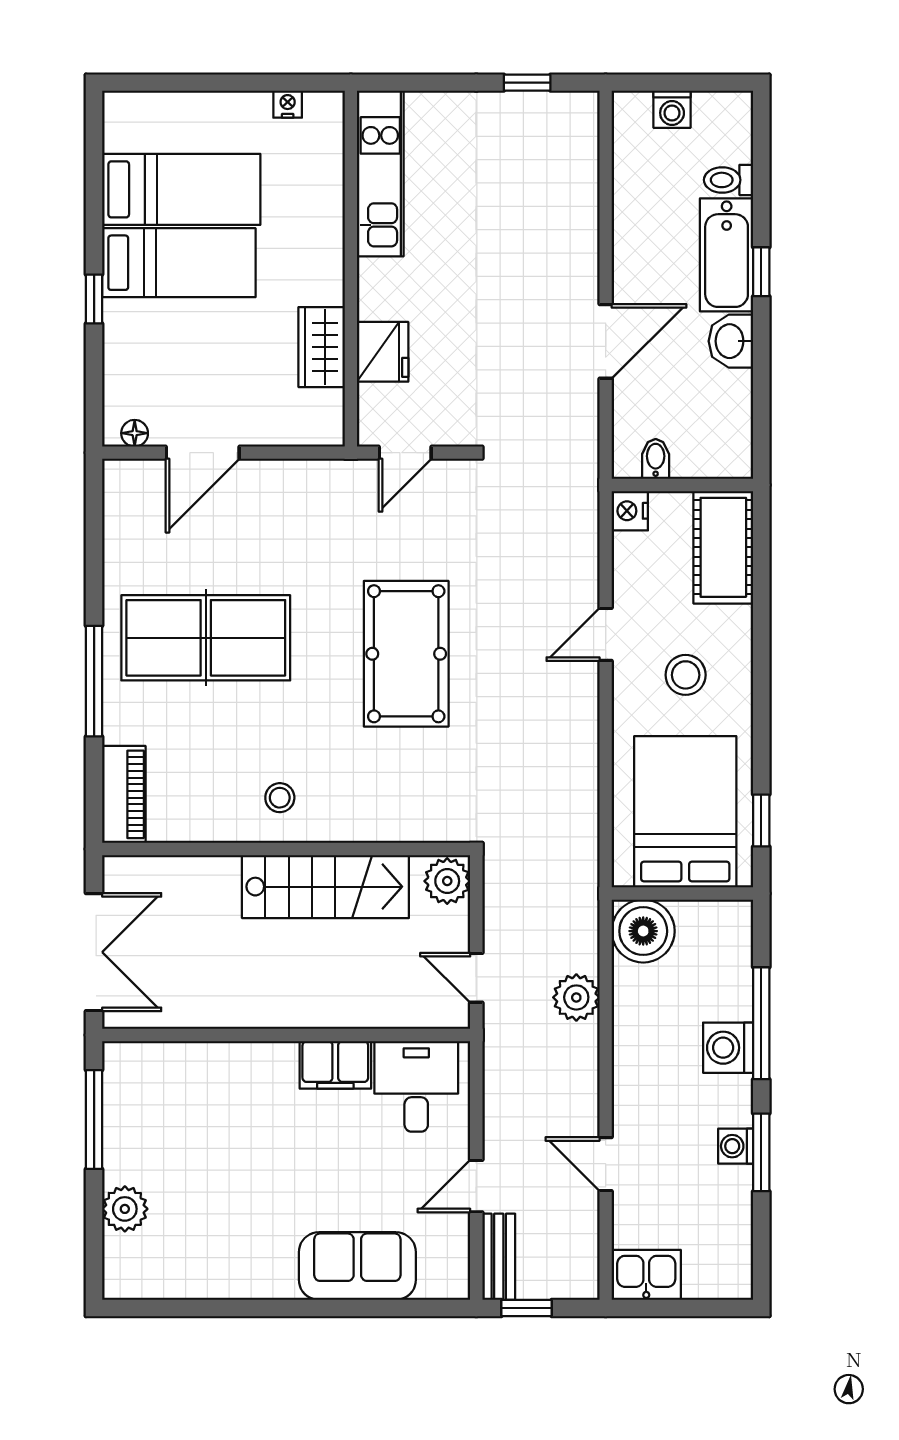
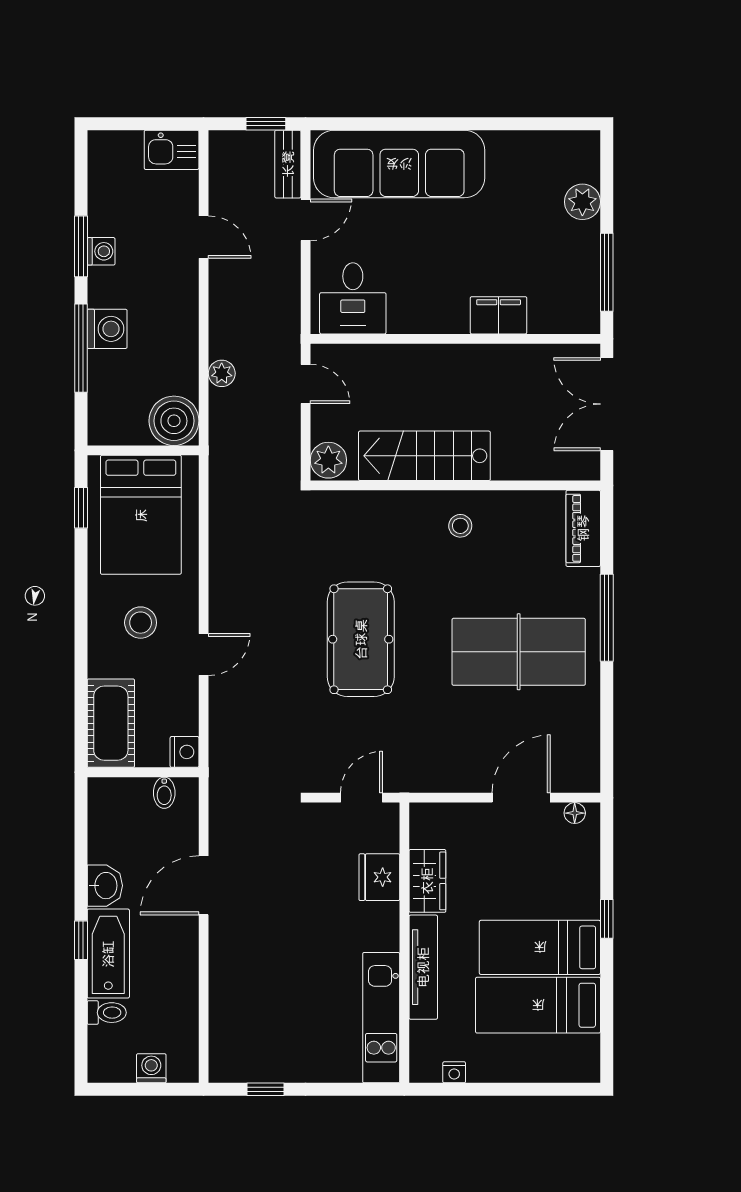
tv unit: (327, 238) -> (423, 967), added
plant: (576, 997) -> (222, 373), width x0.73, depth x0.73
filing cabinet: (335, 1065) -> (499, 315), moved
sofa: (357, 1266) -> (399, 164), width x1.85, depth x1.27

